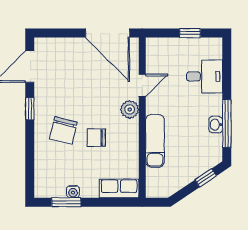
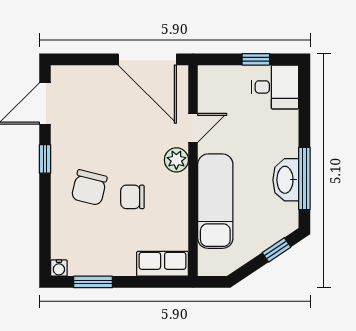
desk: (205, 76) -> (275, 87), moved
washbasin: (216, 125) -> (286, 180), width x1.91, depth x1.45
exam couch: (155, 141) -> (215, 201), width x1.36, depth x1.45
water cooler: (73, 192) -> (59, 268), moved

